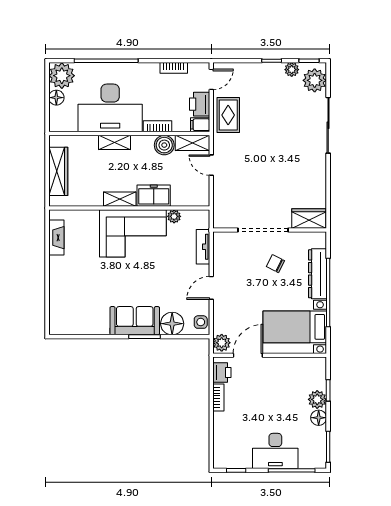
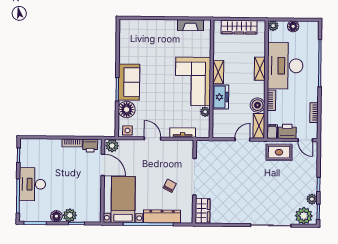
plant: (62, 76) -> (273, 26), moved, width x0.53, depth x0.53

